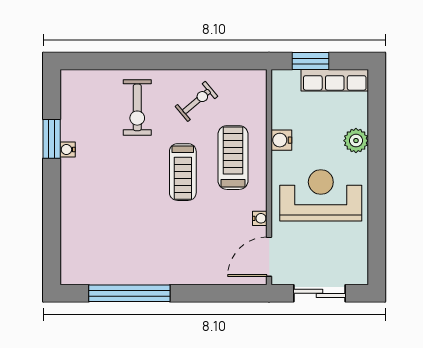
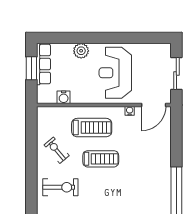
window: (310, 61) -> (31, 68), moved
water cooler: (281, 140) -> (64, 97), moved
treadmill: (233, 158) -> (92, 128), turned 180
door: (269, 257) -> (154, 105), hinge flipped

